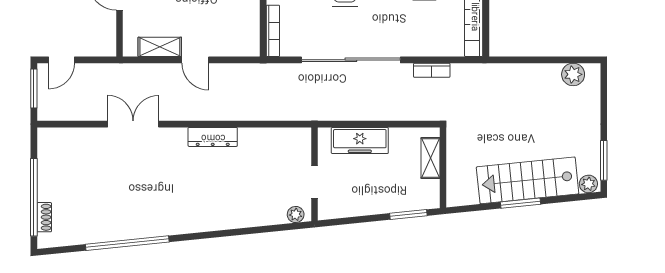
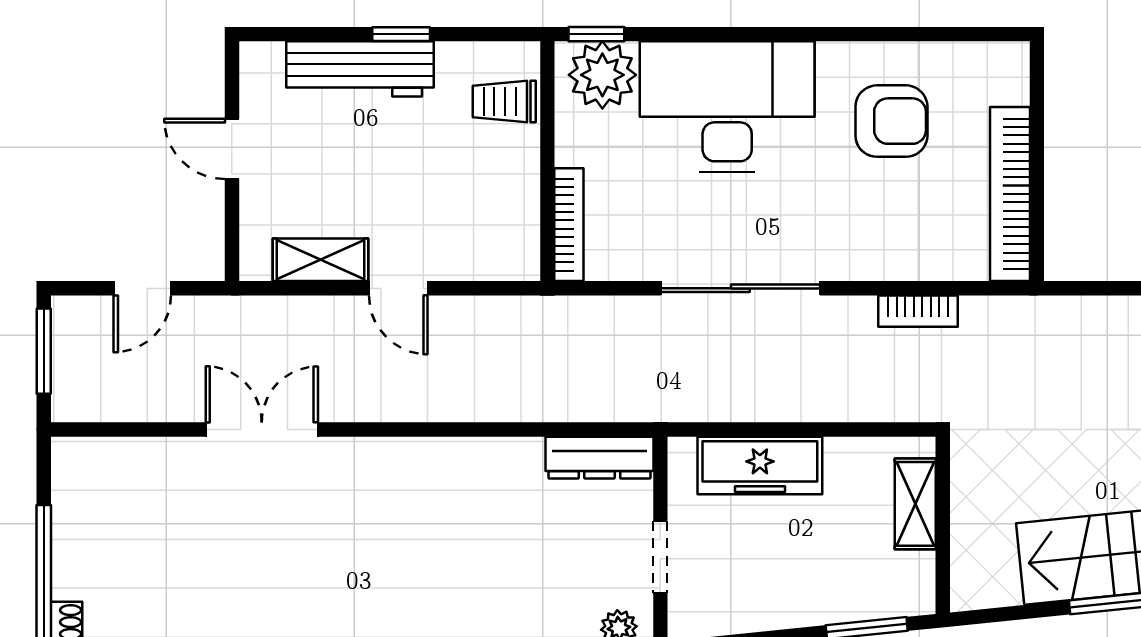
door: (62, 60) -> (142, 288), moved
sliding door: (351, 60) -> (740, 288), width x0.73
dresser: (213, 137) -> (599, 458), moved

